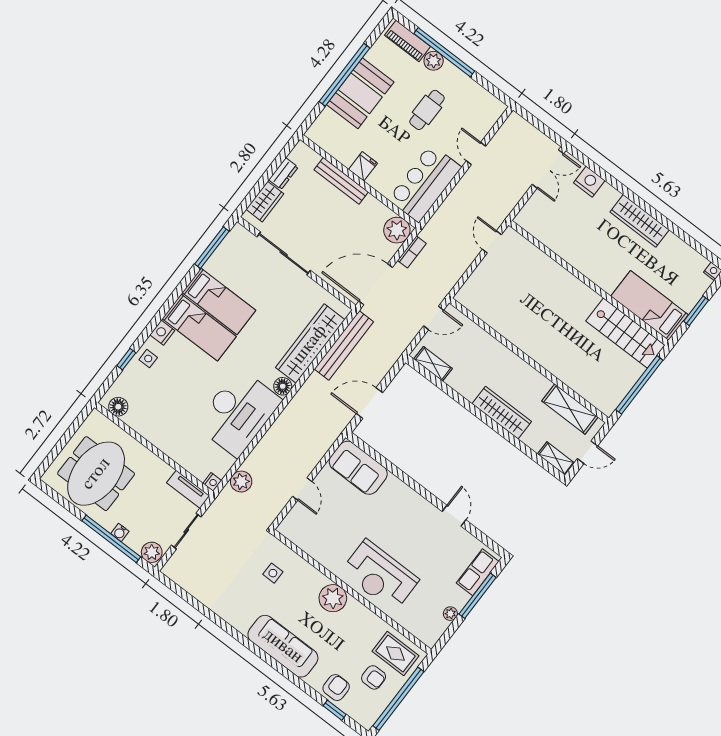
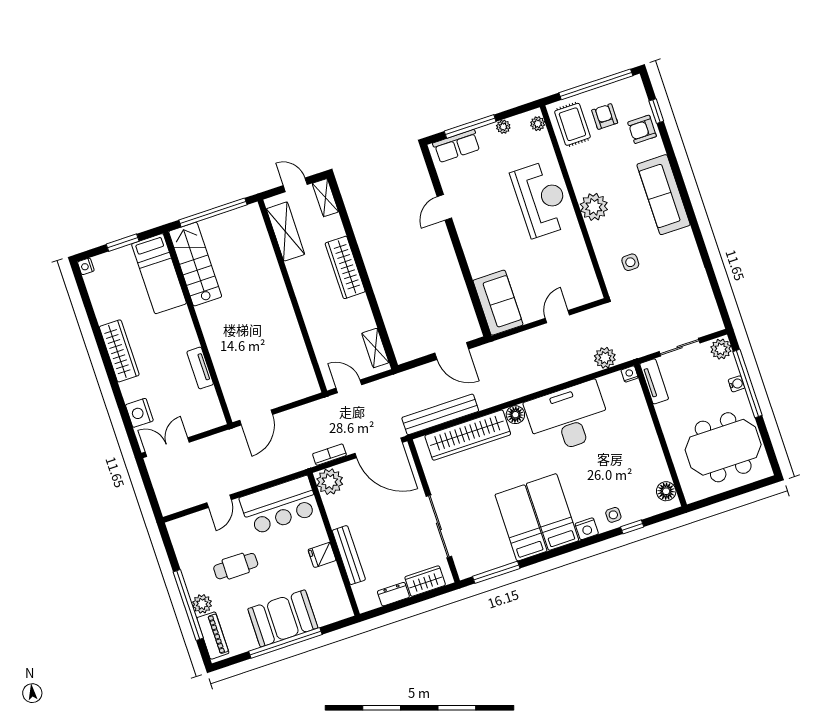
door: (492, 242) -> (256, 417), width x1.38
tv unit: (564, 251) -> (200, 368), added
plant: (424, 635) -> (538, 124), added

